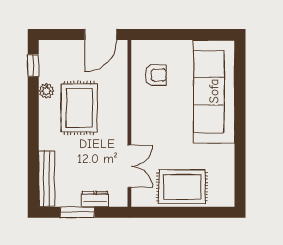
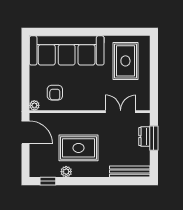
plant: (138, 47) -> (34, 105), added
armchair: (156, 75) -> (55, 93), turned 180
rug: (182, 187) -> (125, 61), moved
window: (77, 212) -> (154, 138), moved

